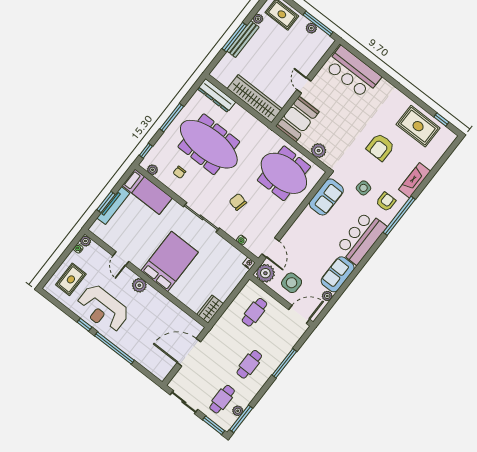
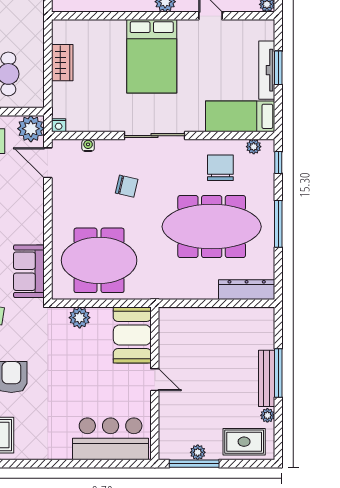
wardrobe: (255, 99) -> (199, 320), removed
chair: (179, 172) -> (220, 168), width x1.87, depth x1.87
wardrobe: (210, 309) -> (62, 63), moved

